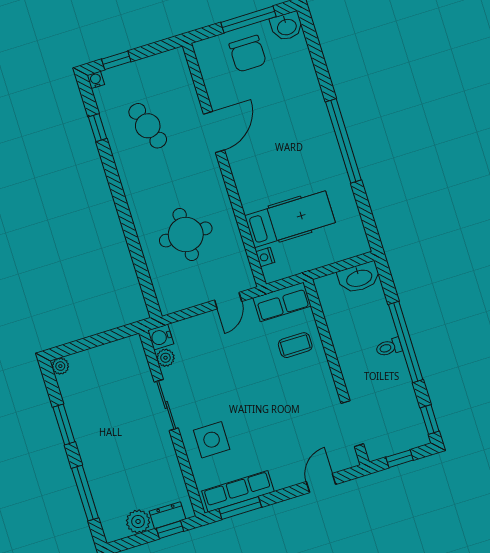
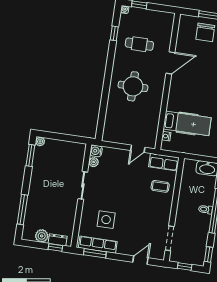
cafe table: (148, 126) -> (139, 44), turned -71
round table: (186, 234) -> (133, 86), moved
window: (64, 425) -> (30, 155), moved
side table: (212, 440) -> (106, 220), moved

